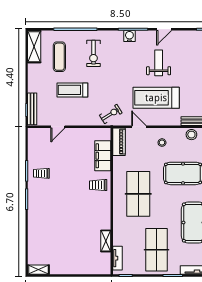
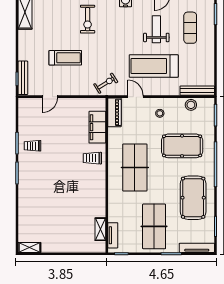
exercise mat: (59, 57) -> (190, 28), moved
treadmill: (72, 90) -> (65, 58), turned 180
shelving: (106, 241) -> (100, 229), moved

